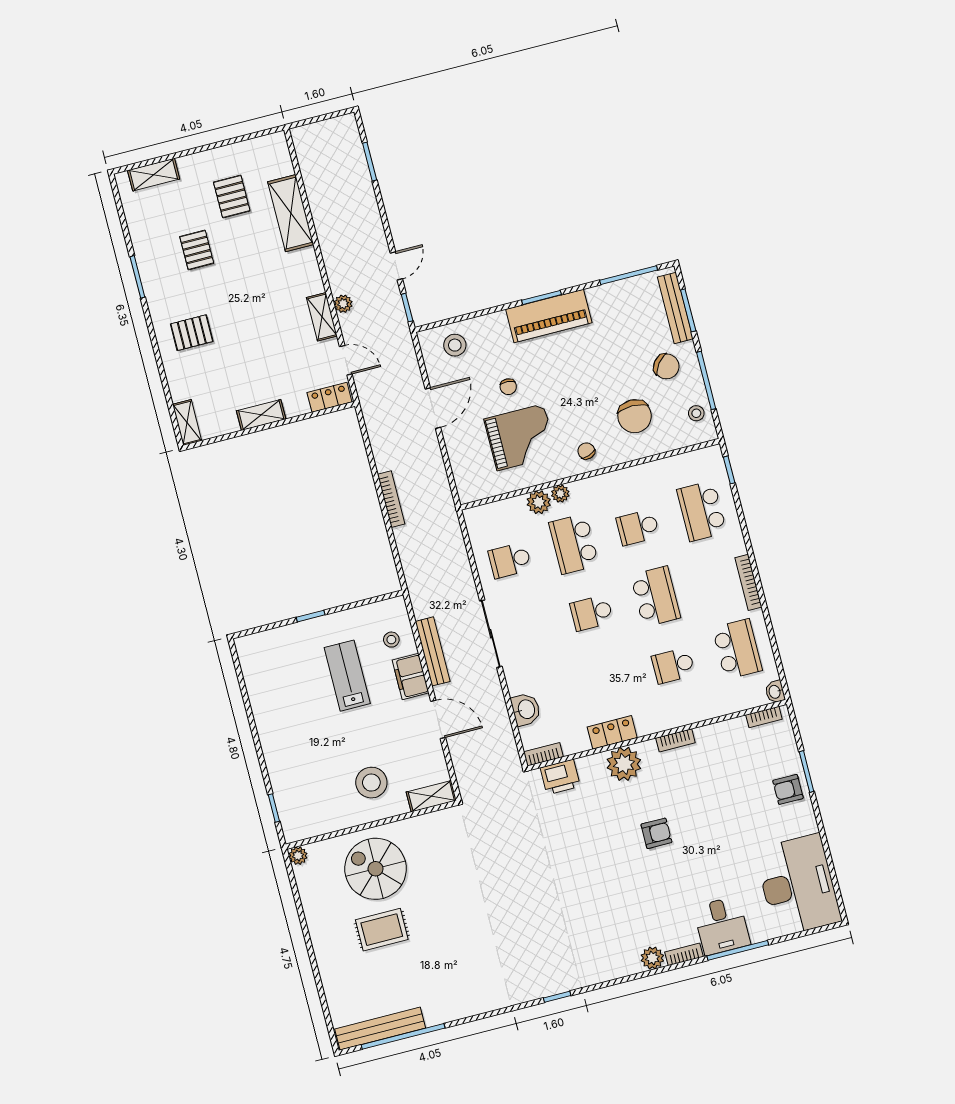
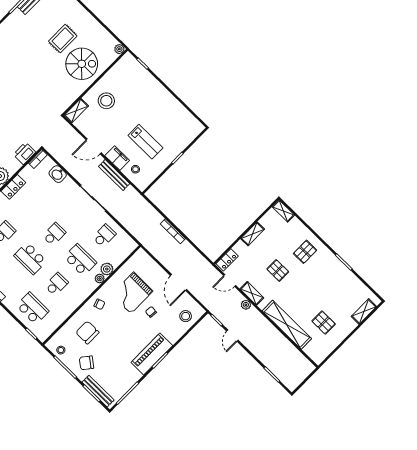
shelving: (291, 213) -> (287, 325), width x1.47
pallet: (197, 250) -> (278, 270), moved

